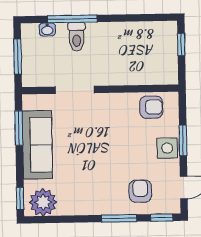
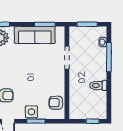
toilet: (77, 37) -> (98, 85), moved
armchair: (151, 107) -> (56, 103), turned 90

